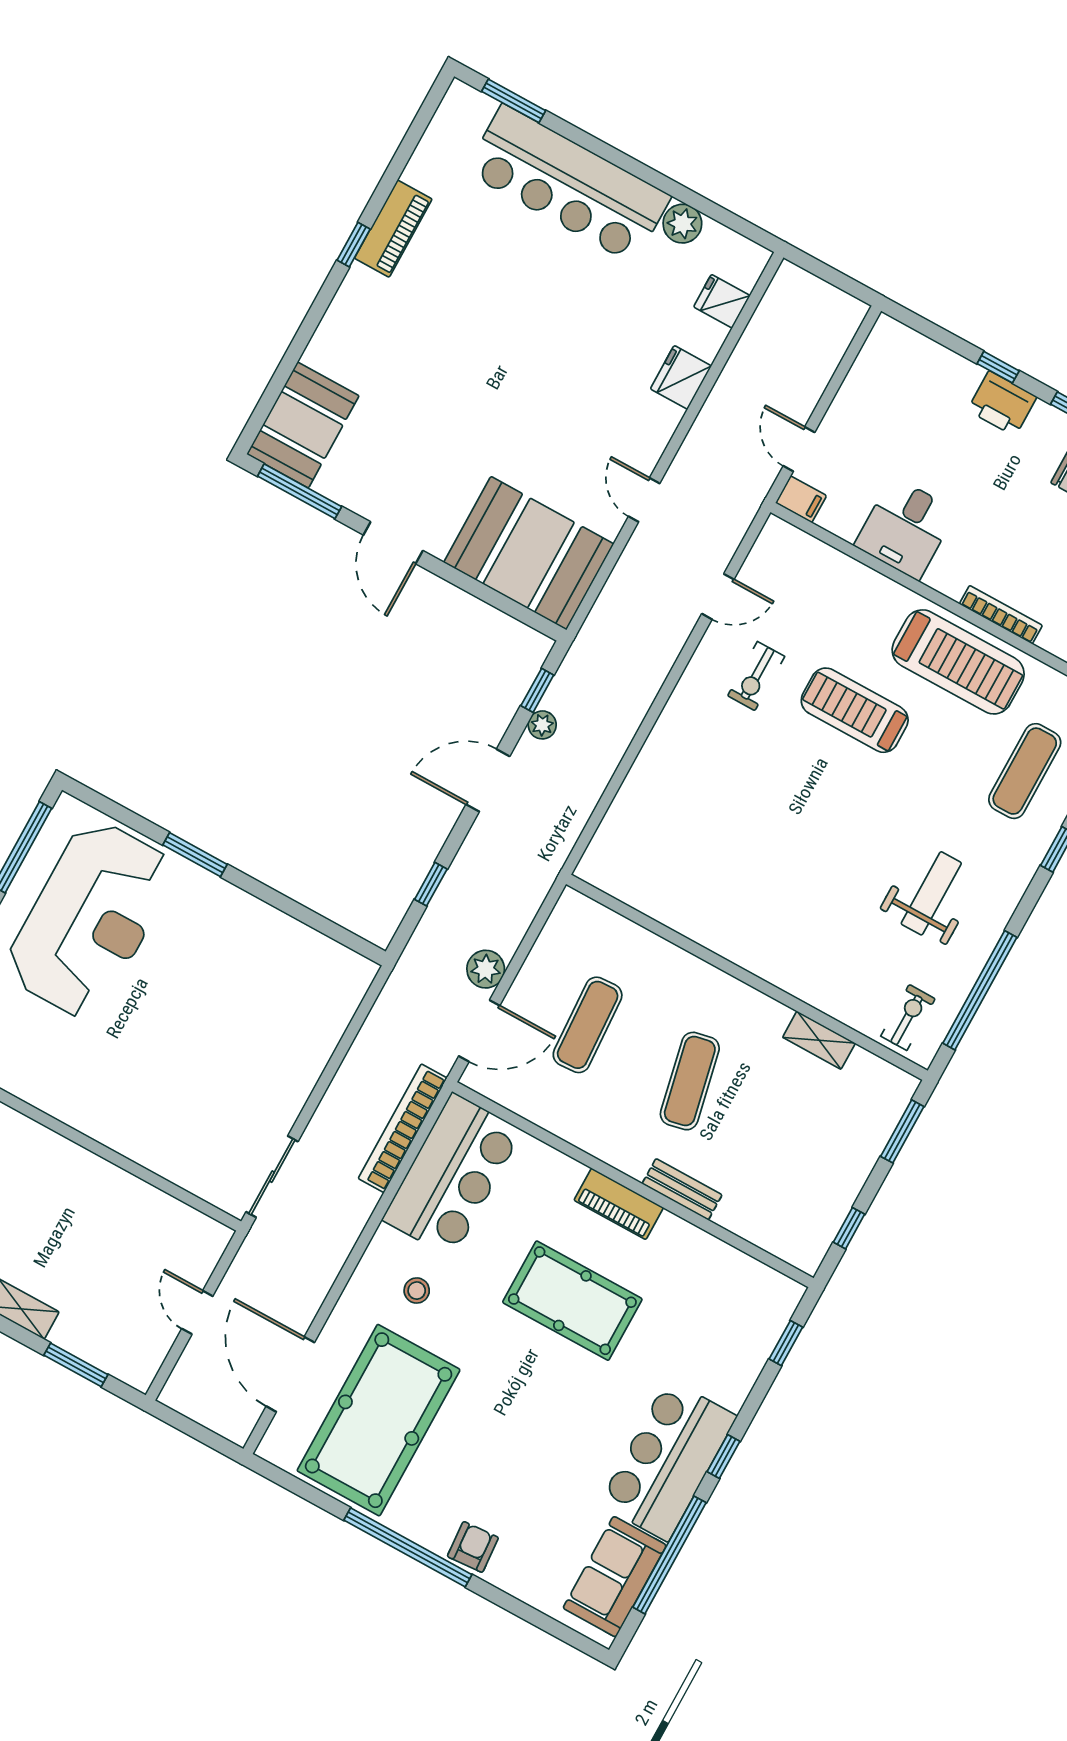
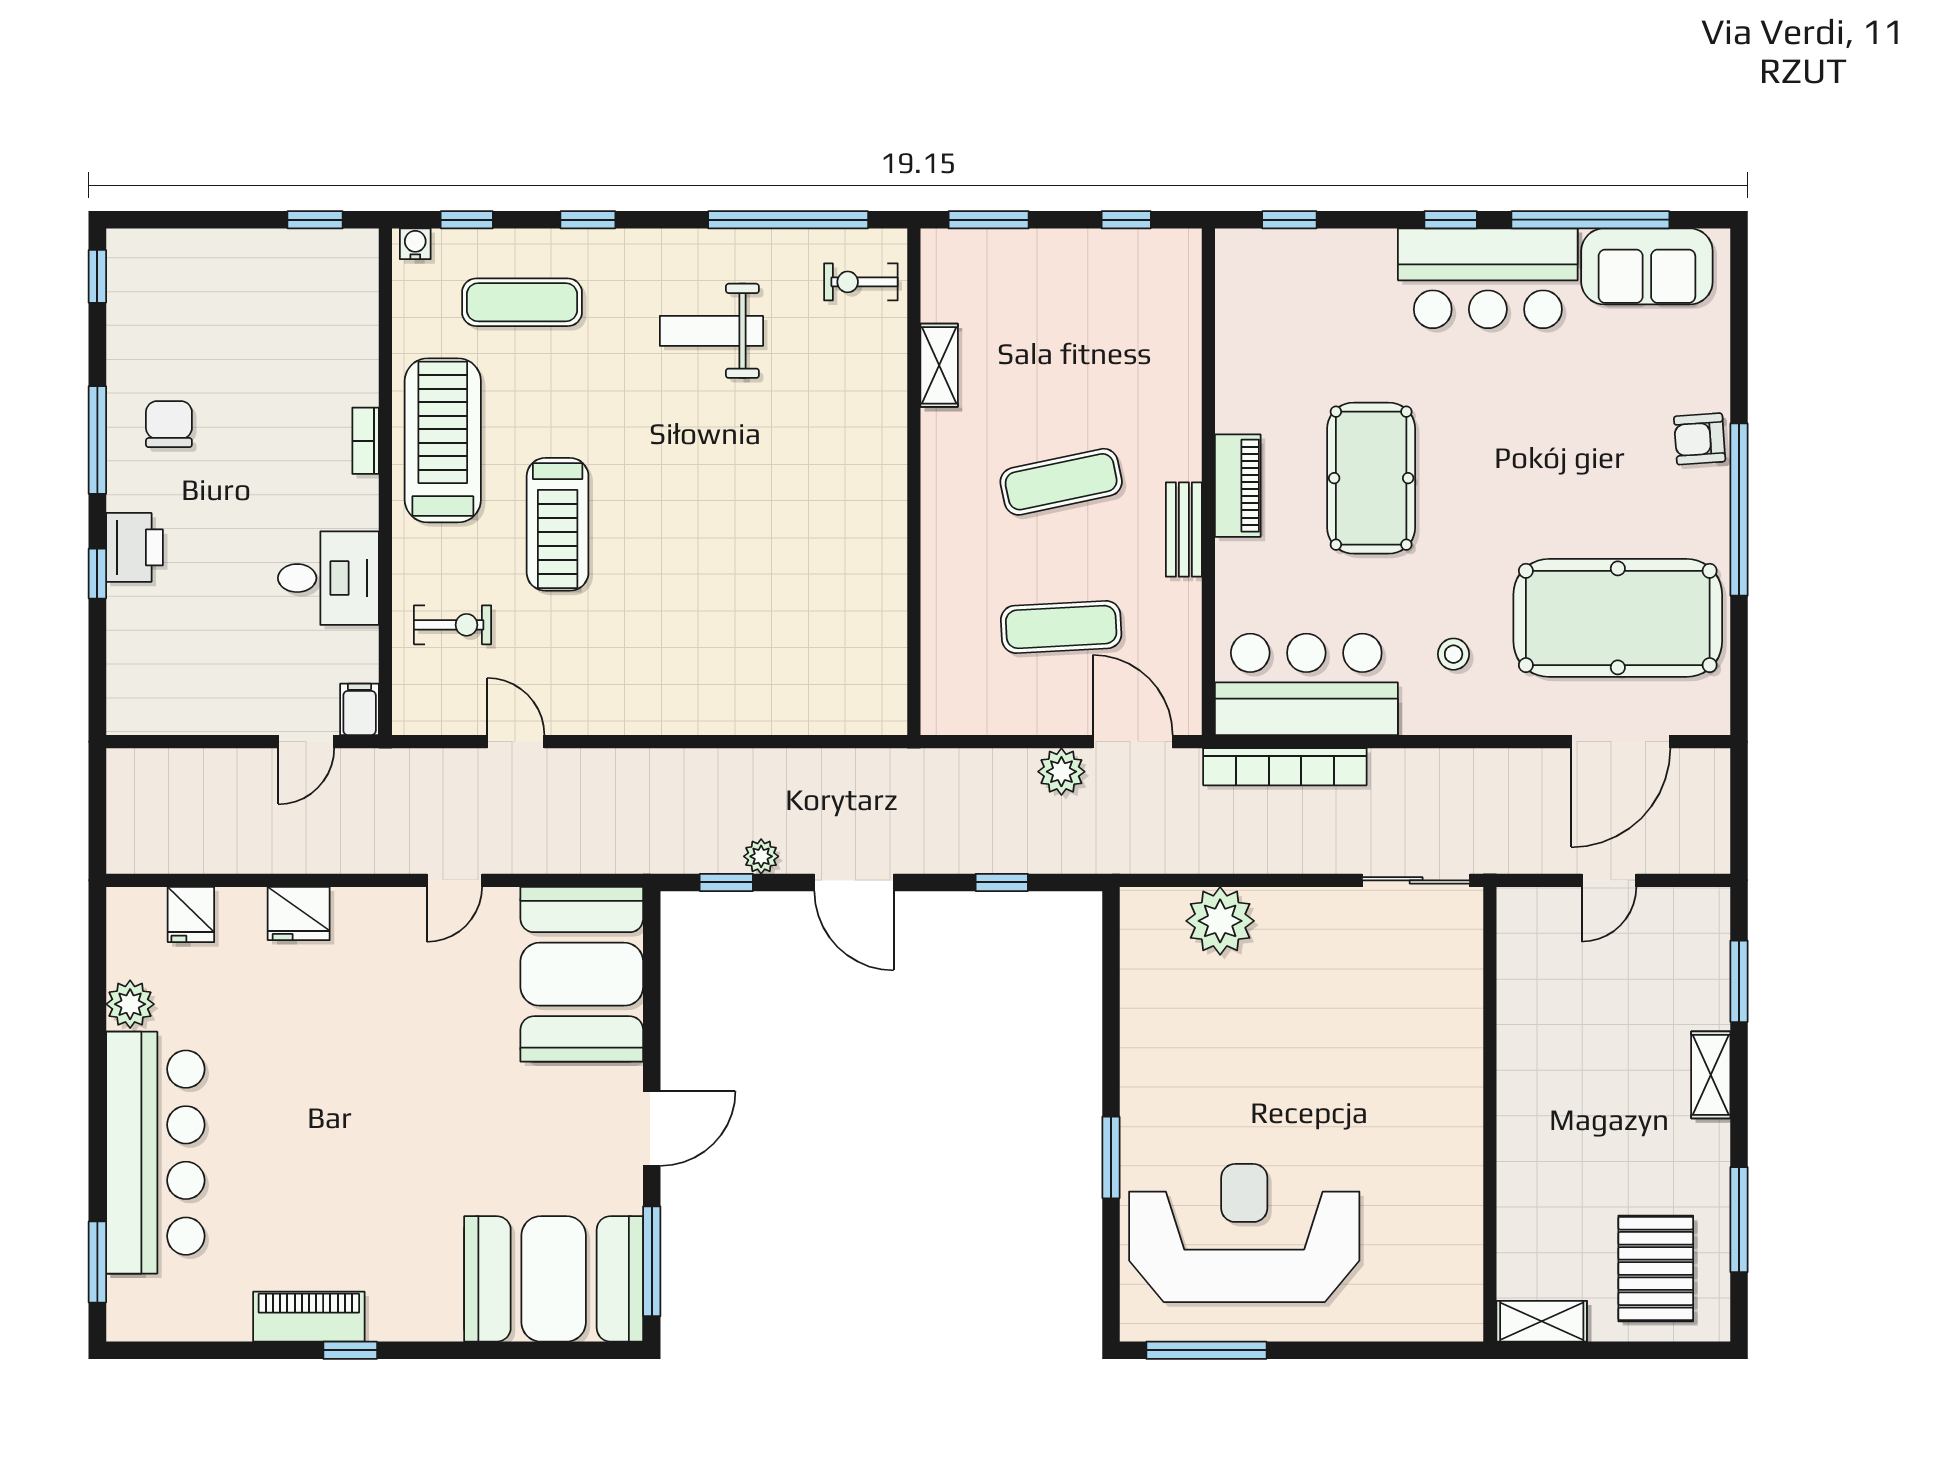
booth: (303, 425) -> (554, 1279), width x1.36, depth x1.42
bookcase: (1001, 615) -> (366, 441), width x0.64
exercise bike: (756, 676) -> (453, 625), moved
plant: (319, 1023) -> (1220, 921), added
bench: (682, 1189) -> (1184, 530), moved

